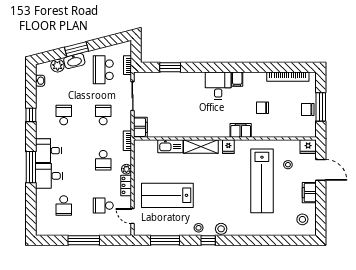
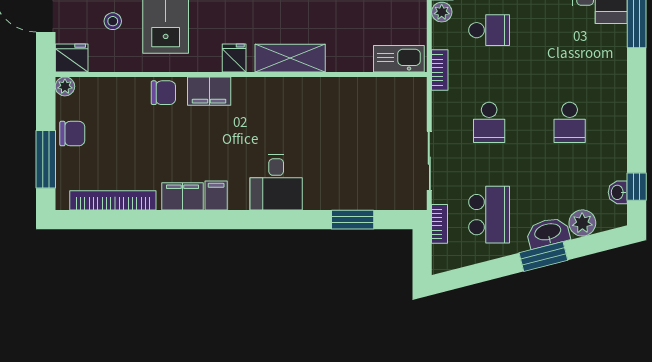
desk: (218, 86) -> (276, 182), moved
window: (321, 107) -> (46, 159), moved
chair: (263, 108) -> (163, 93), moved
window: (31, 115) -> (637, 187), moved
filing cabinet: (140, 127) -> (183, 196), moved, turned 90
plant: (311, 133) -> (65, 86), added
kitchen sink: (170, 146) -> (399, 59), moved
desk: (48, 151) -> (601, 50), removed
school desk: (103, 160) -> (489, 30), turned 90

